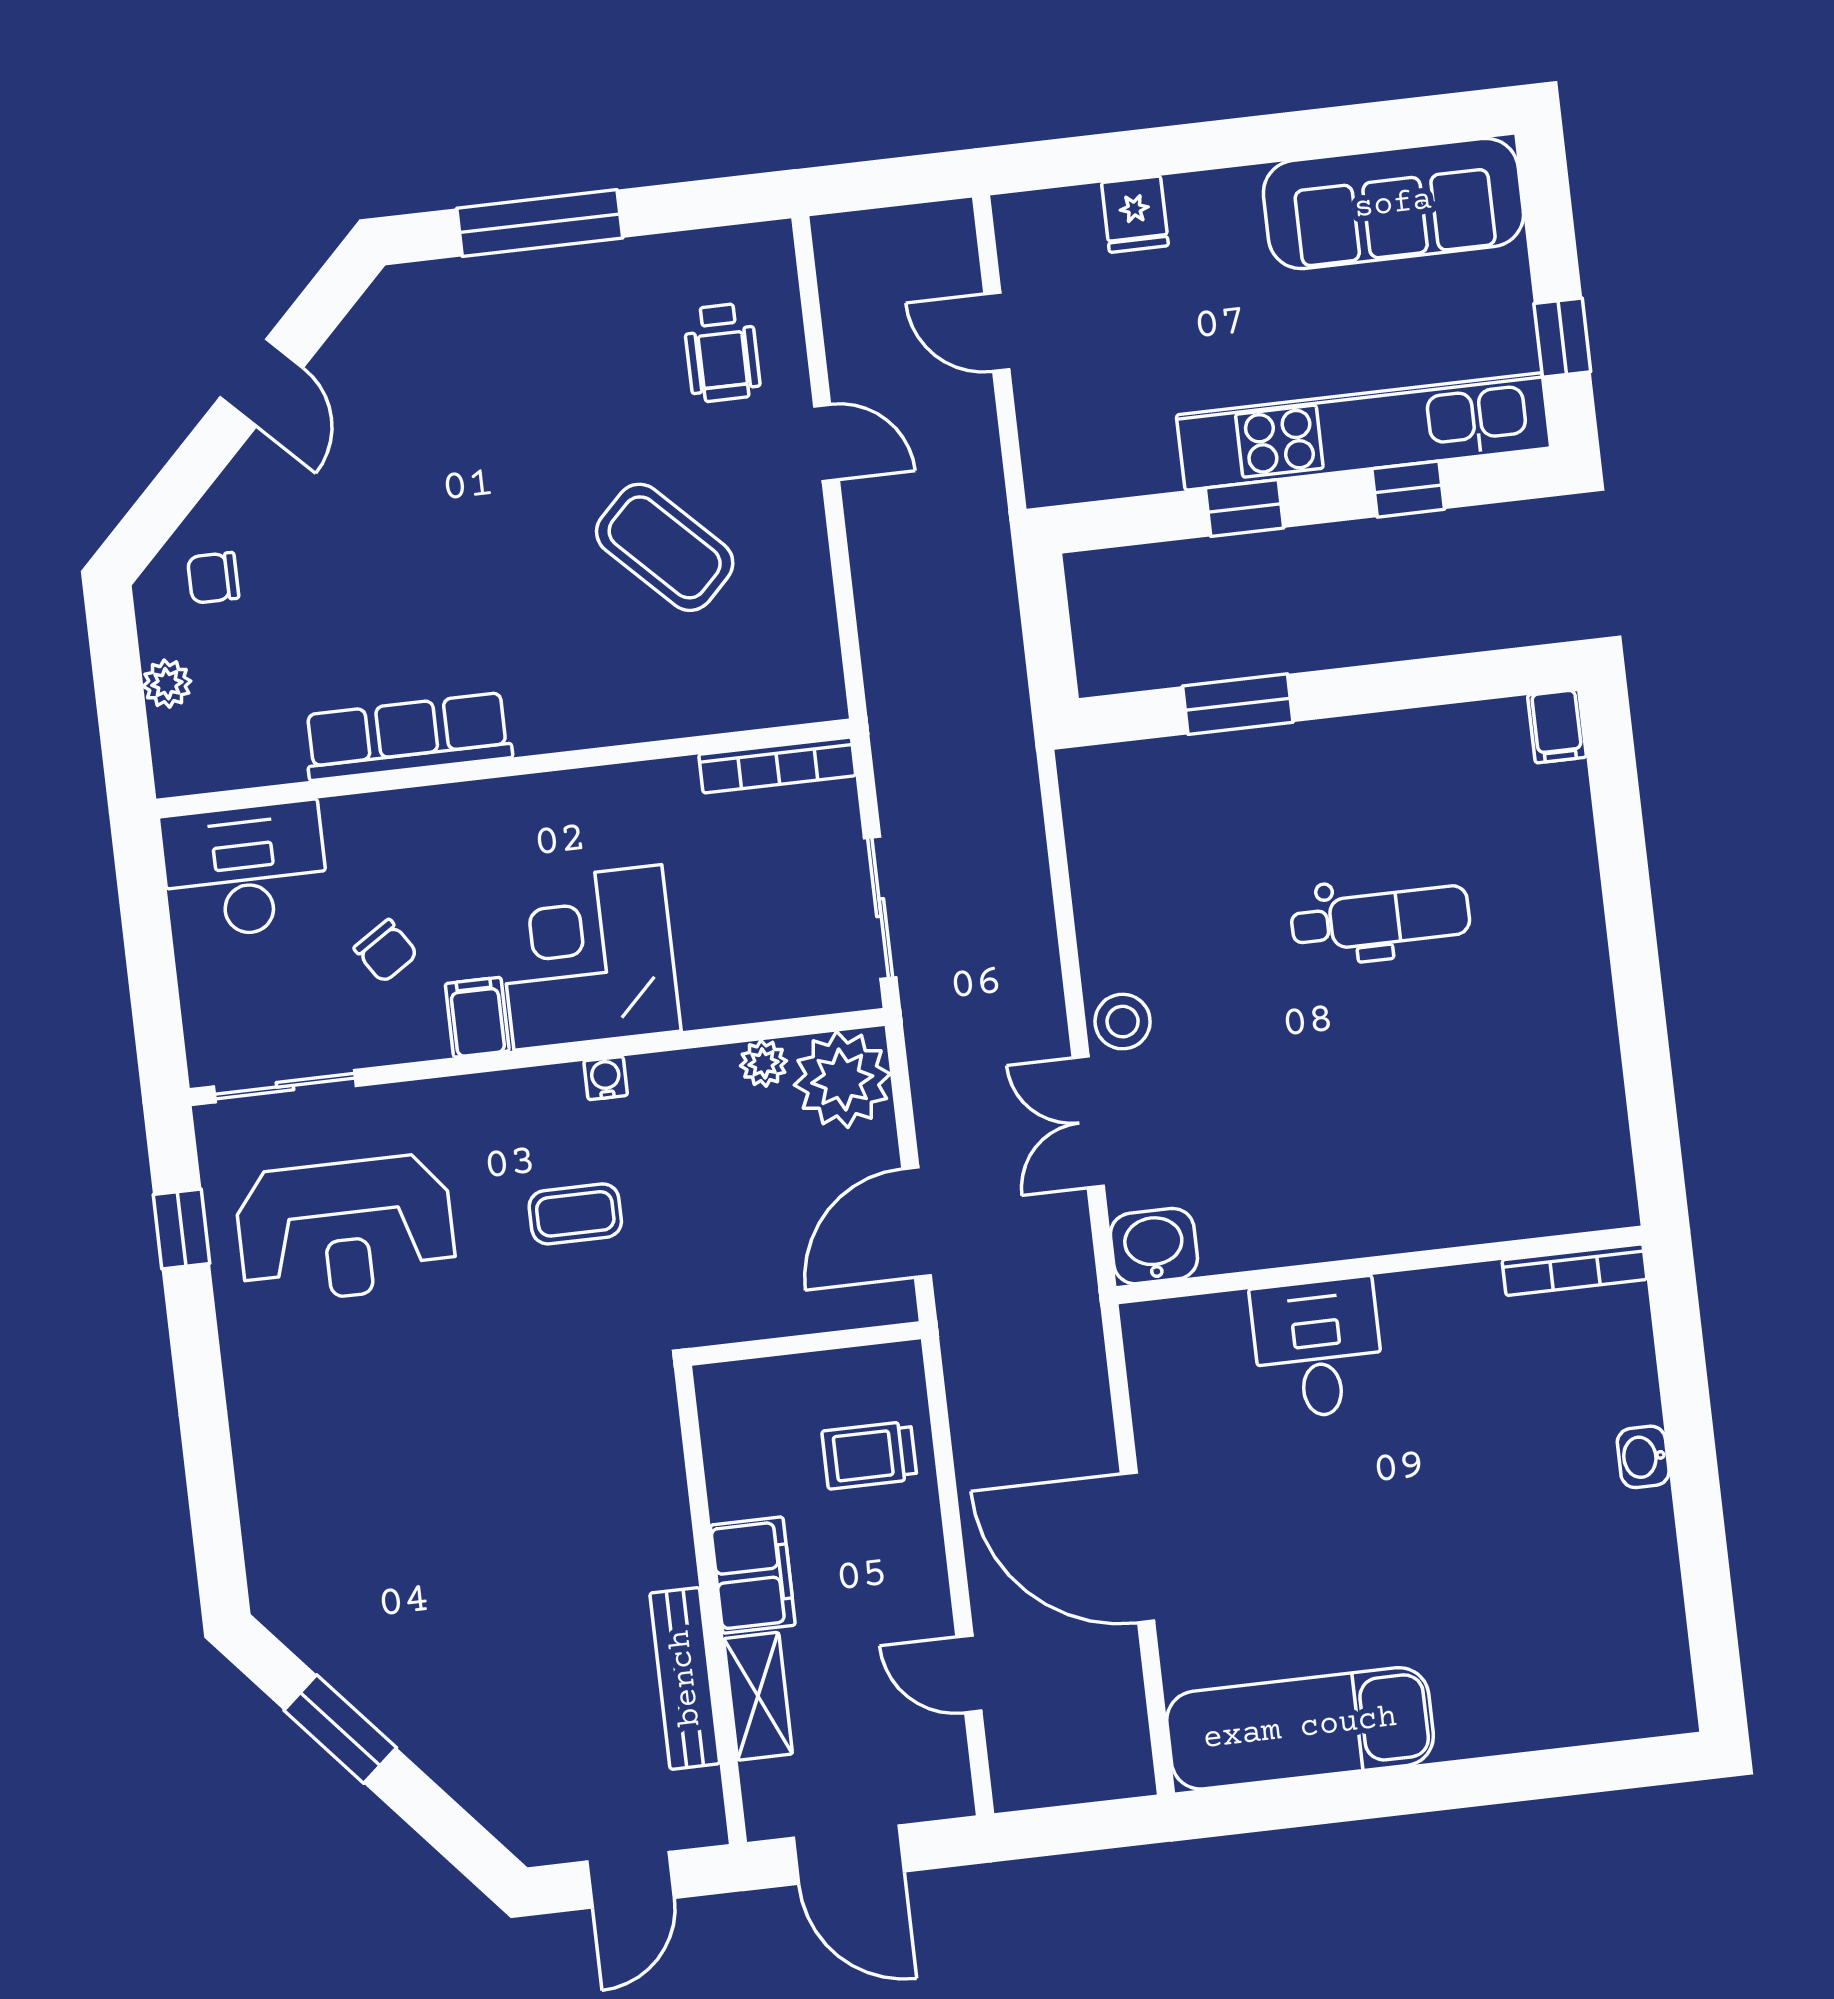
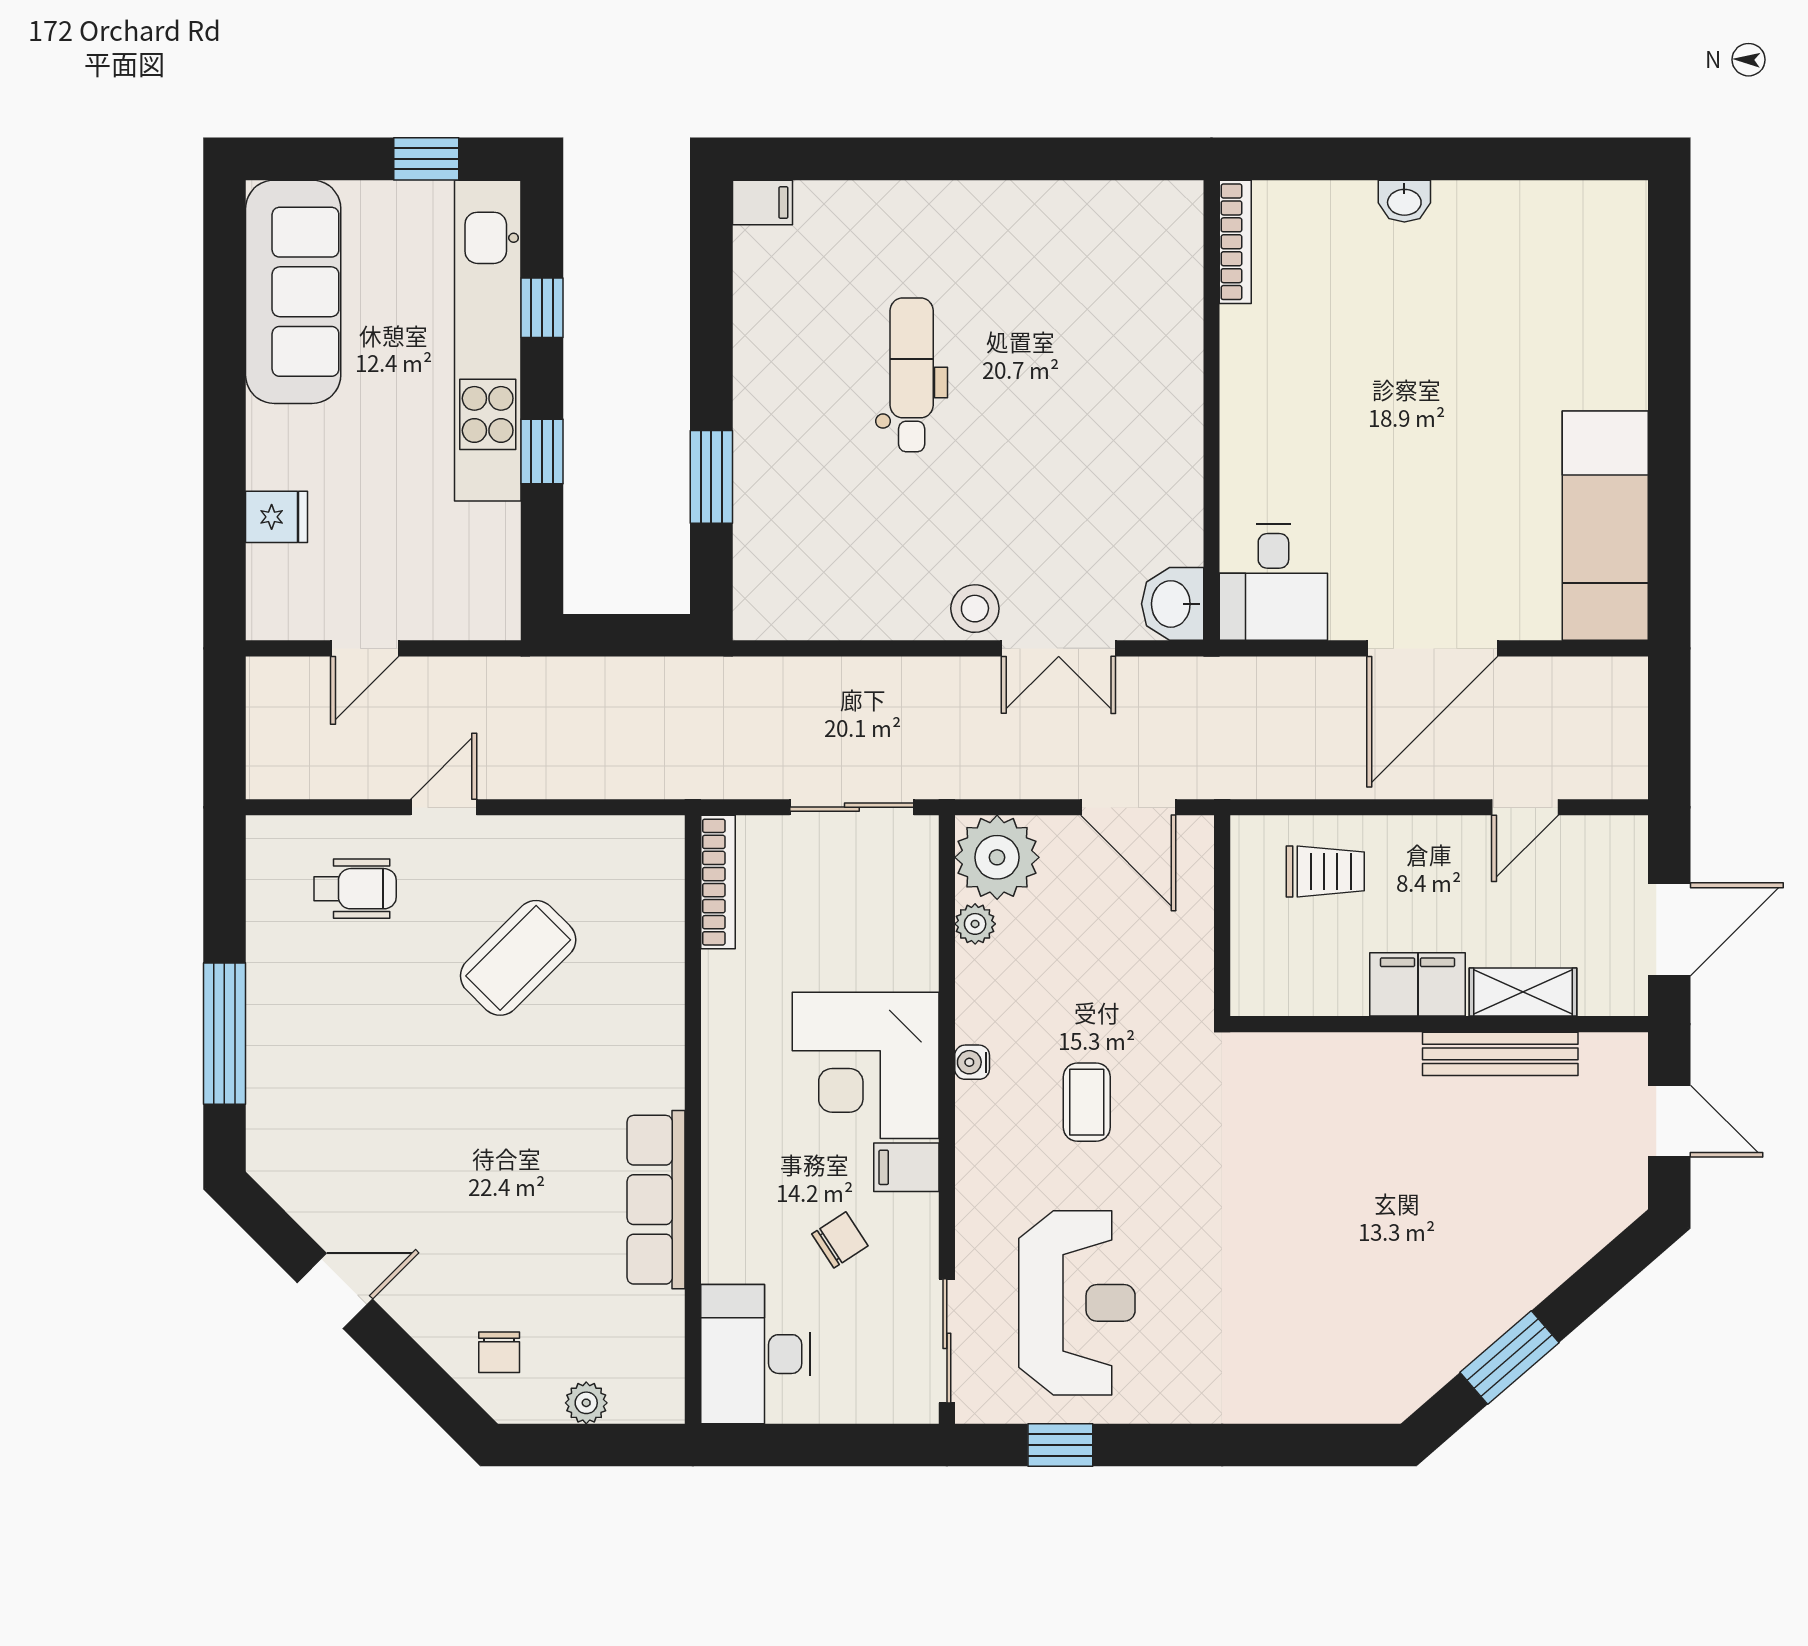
desk: (1318, 1348) -> (1273, 582), moved, turned -90
trolley: (869, 1455) -> (1325, 871), turned -90

